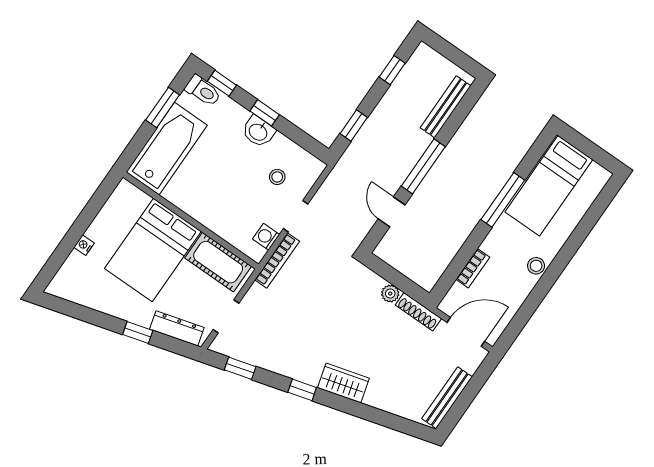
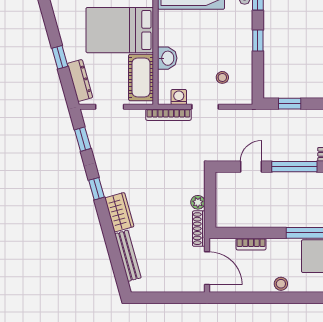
washbasin: (258, 132) -> (167, 58), moved, turned 180
bench: (447, 398) -> (128, 256), moved, turned 74

